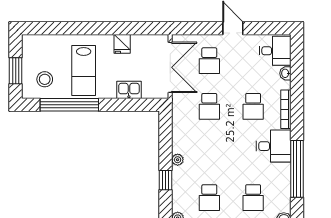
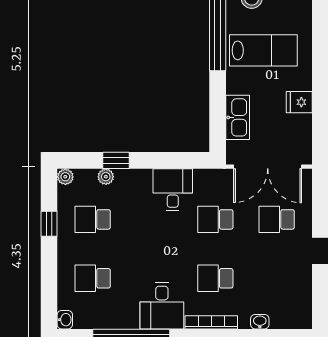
desk: (275, 51) -> (173, 190), moved, turned 180
lab bench: (84, 71) -> (263, 50), turned 180
kitchen sink: (129, 90) -> (238, 117), width x1.38
plant: (178, 160) -> (106, 177), moved

